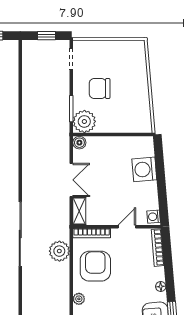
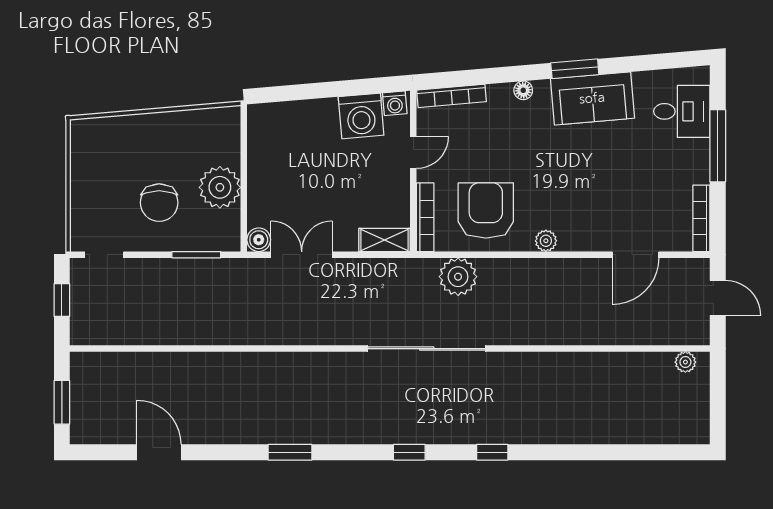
plant: (84, 121) -> (220, 187), moved
washing machine: (144, 169) -> (361, 116), moved
double door: (71, 180) -> (302, 255), moved
door: (127, 227) -> (413, 152), swing flipped
armchair: (95, 266) -> (486, 210), turned 90

